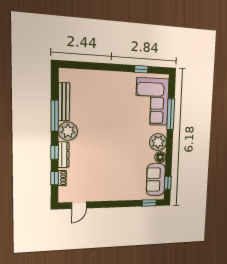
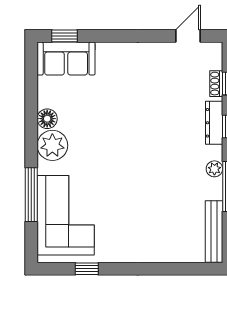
bench: (64, 102) -> (214, 232), moved
plant: (68, 131) -> (214, 169), width x0.53, depth x0.53
sofa: (156, 180) -> (66, 59), moved, turned 90
window: (168, 183) -> (31, 72), removed

